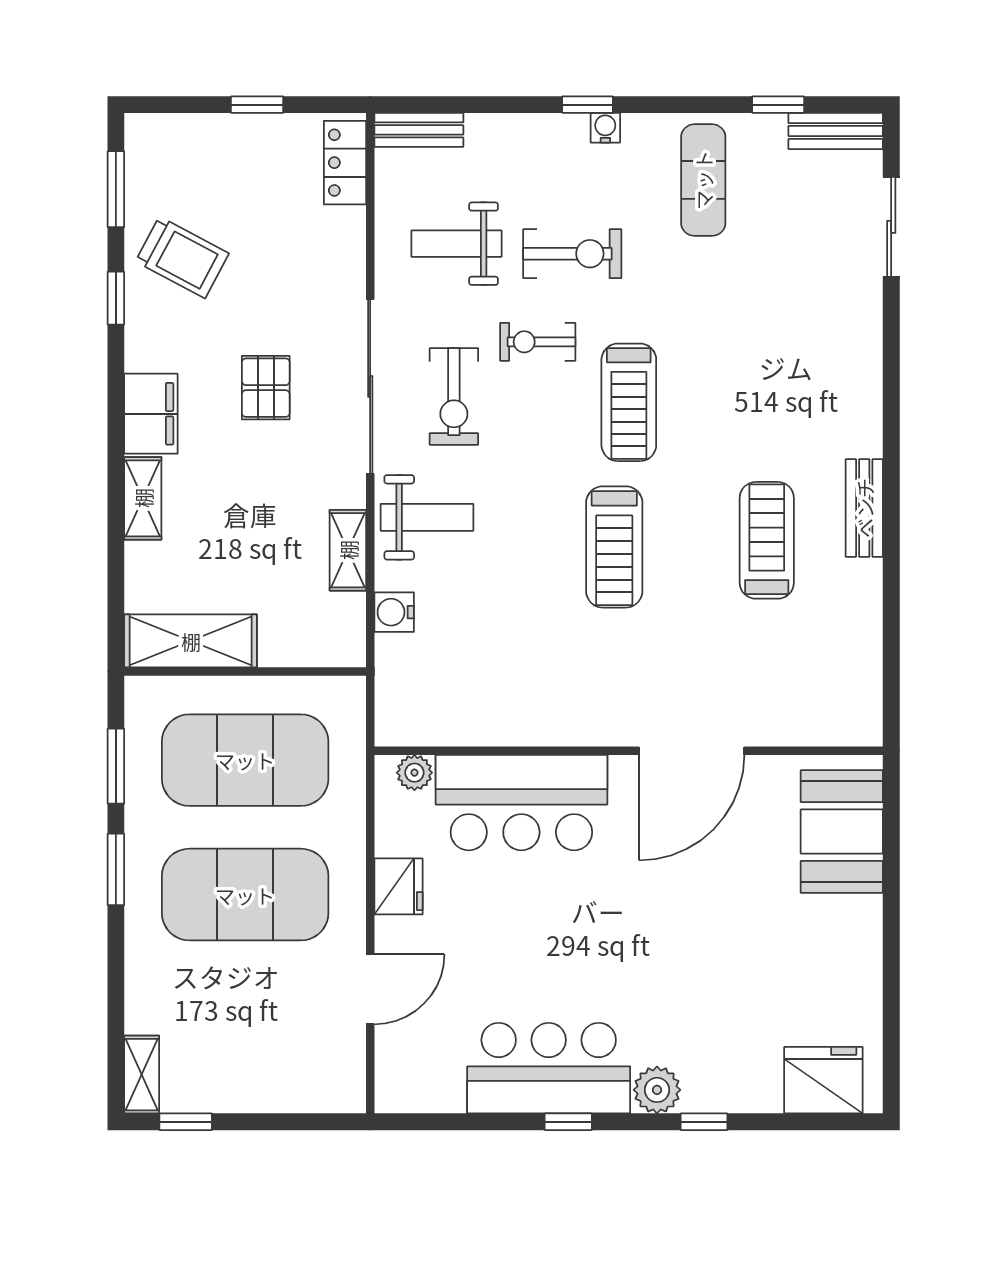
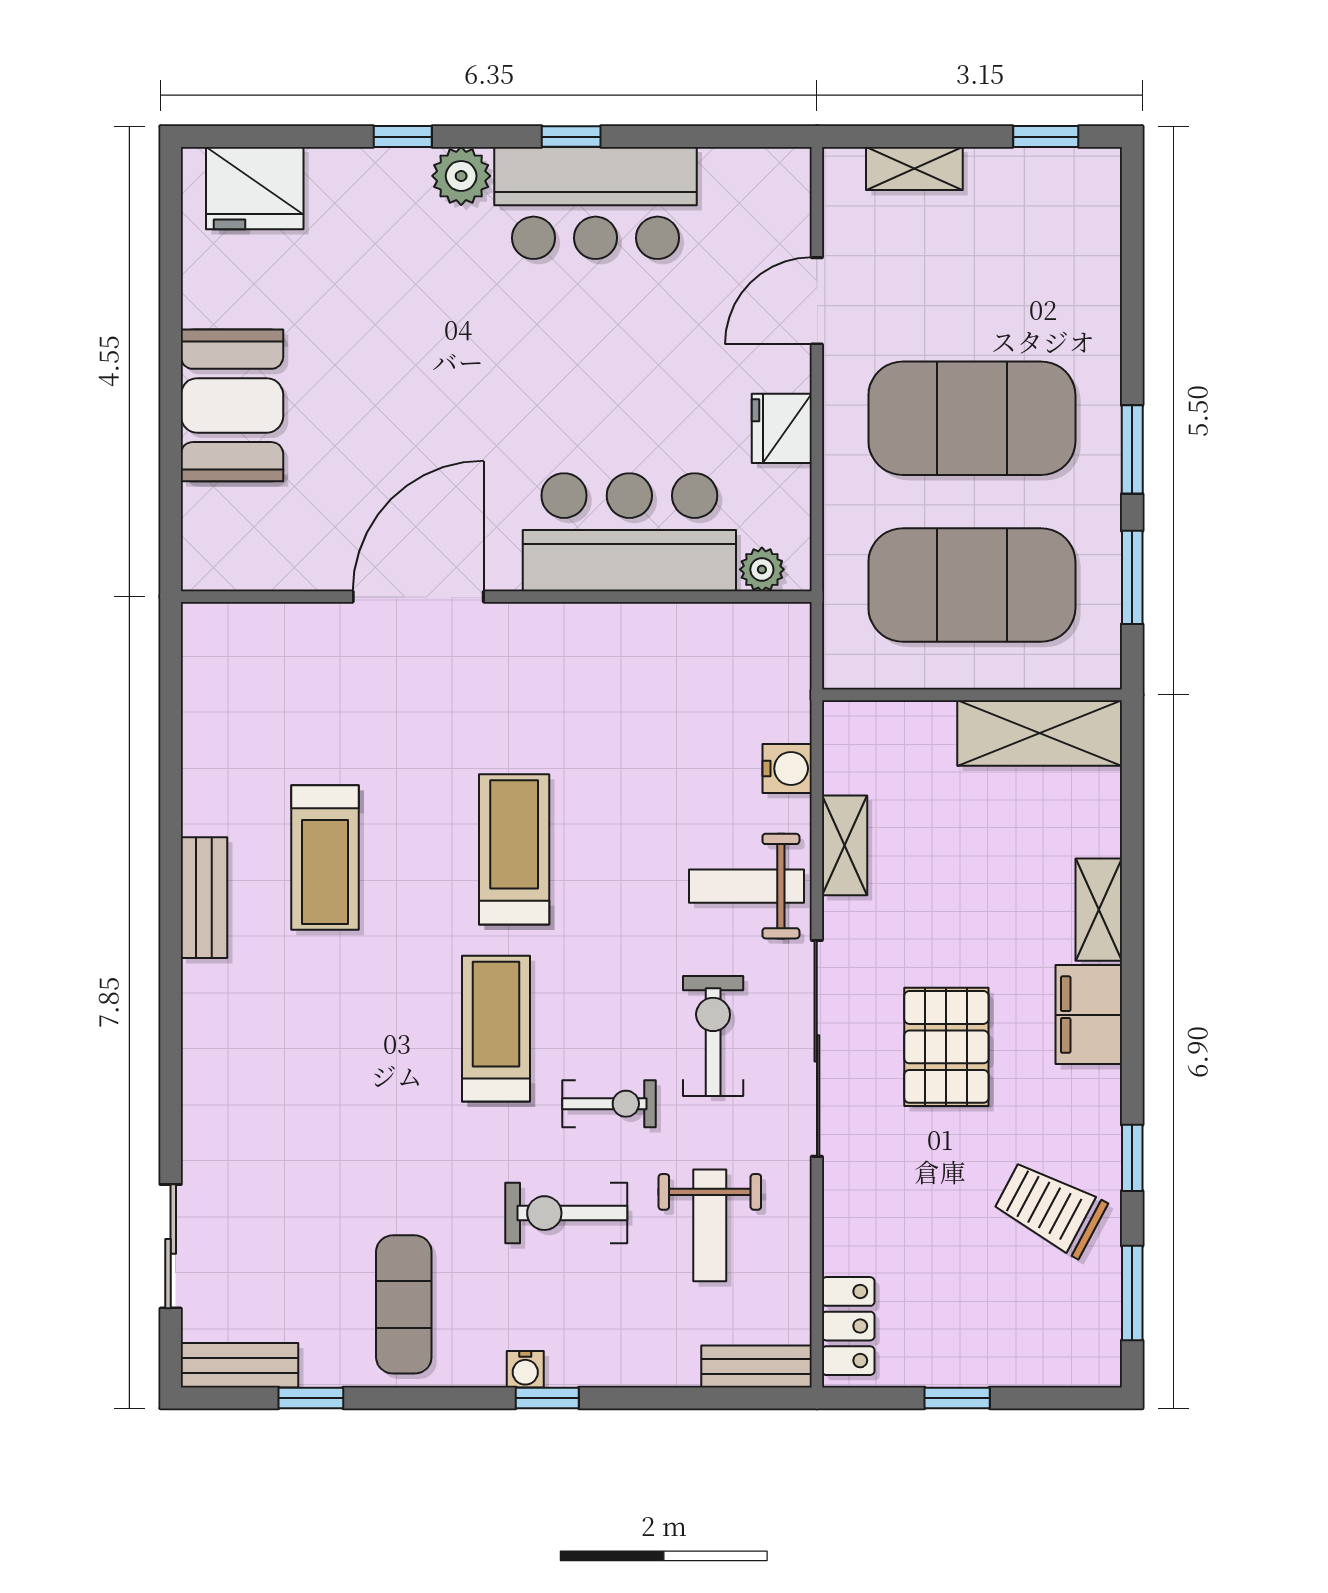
weight bench: (456, 244) -> (710, 1225), turned 90
pallet: (266, 388) -> (946, 1047), width x1.50, depth x1.42
booth: (842, 831) -> (232, 405), moved
shelving: (142, 1075) -> (914, 169), moved, turned 90

